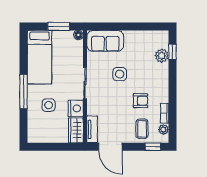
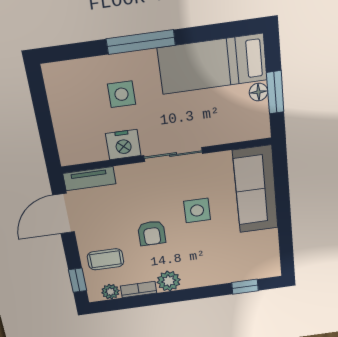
floor lamp: (78, 35) -> (258, 92), moved
sofa: (105, 41) -> (256, 190), width x1.36
plant: (162, 56) -> (169, 281), moved
armchair: (141, 101) -> (152, 233), moved
wardrobe: (76, 130) -> (82, 151), removed

